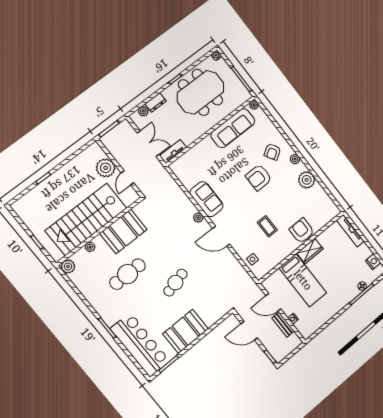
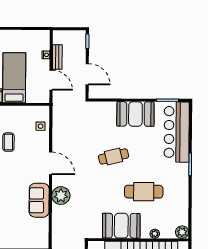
plant: (198, 218) -> (61, 196), width x1.88, depth x1.88

